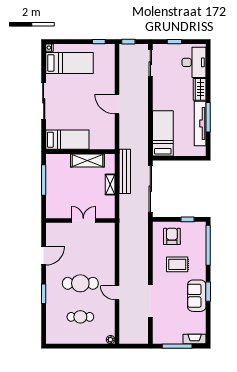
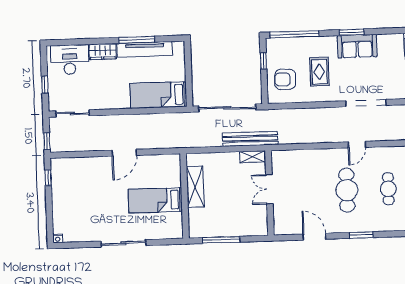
bed: (69, 63) -> (76, 213), removed
bed: (67, 140) -> (155, 200), moved, turned -90
bench: (125, 171) -> (250, 139), moved
shelving: (110, 184) -> (253, 157), moved

